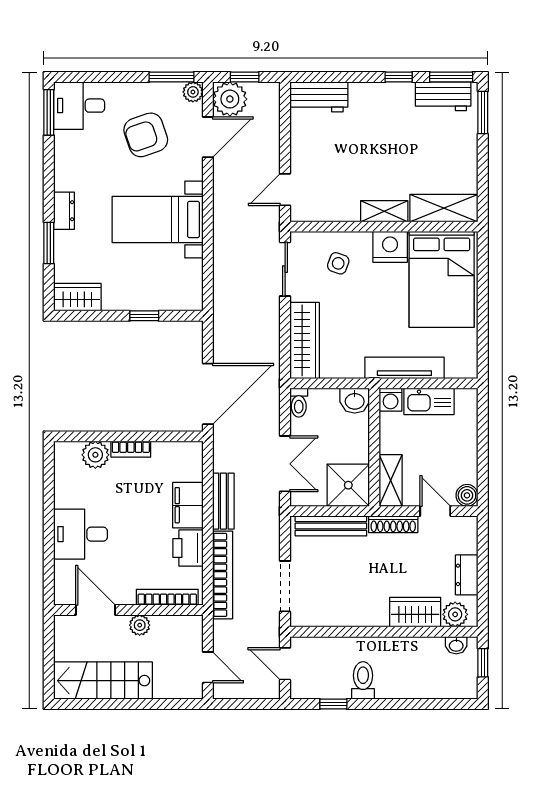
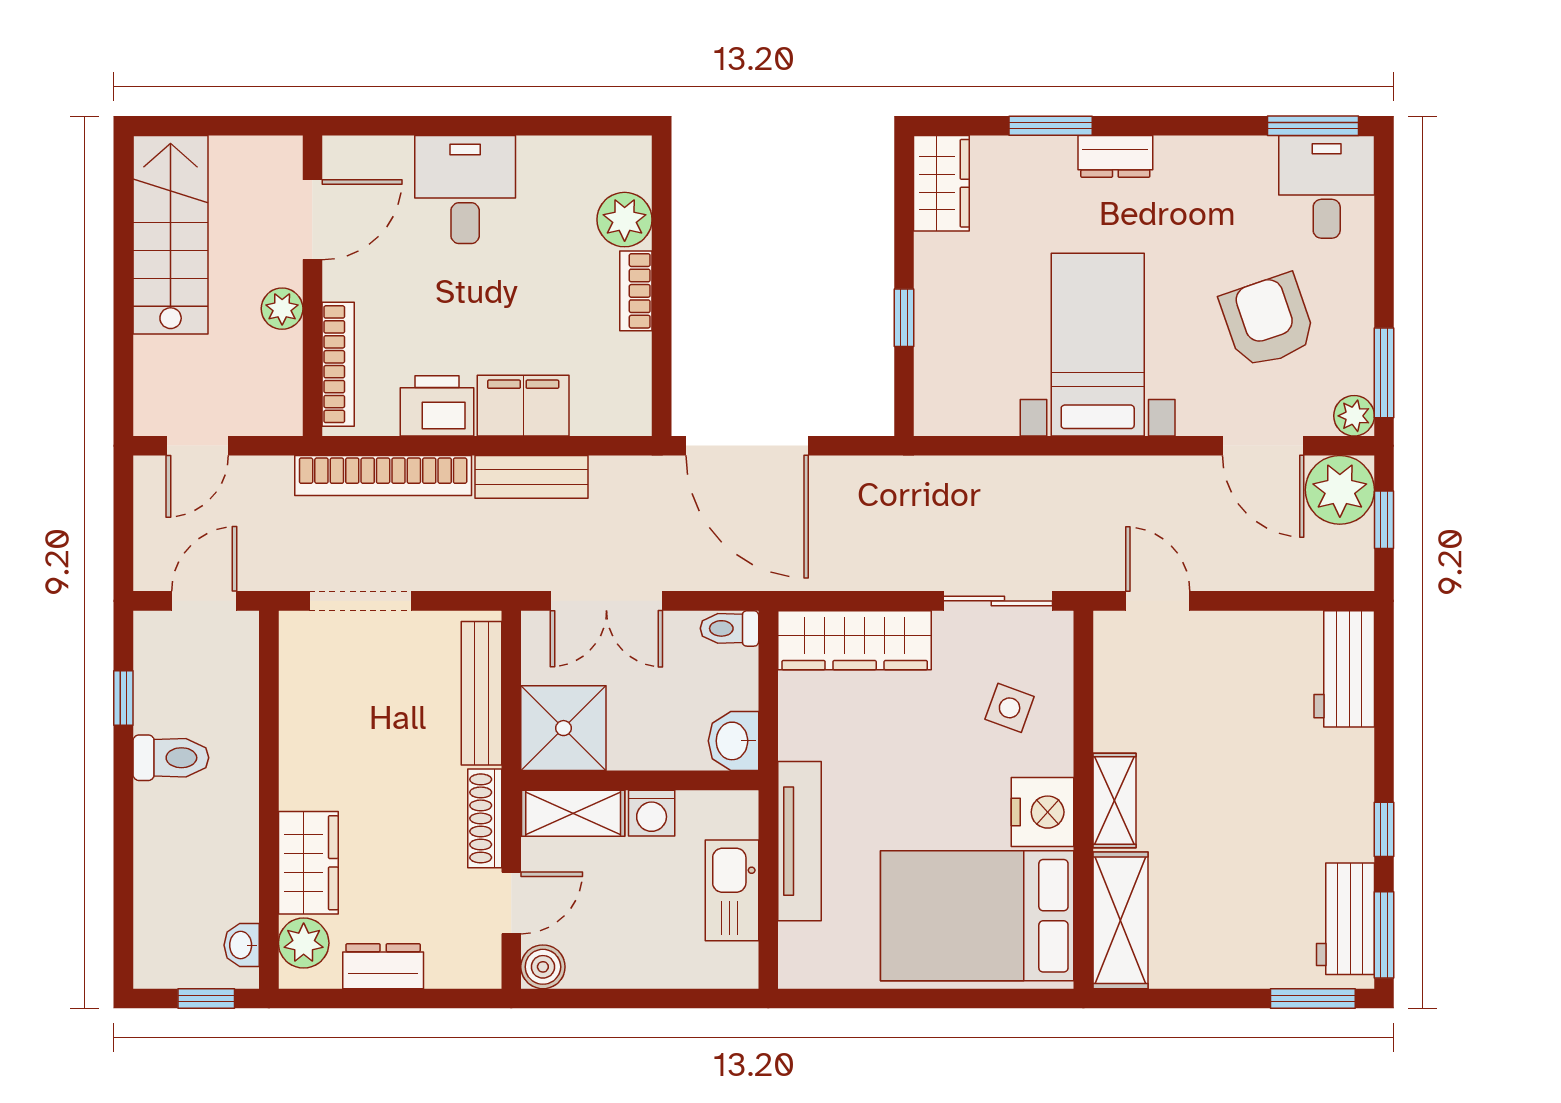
washing machine: (391, 400) -> (652, 813), moved, turned -90

